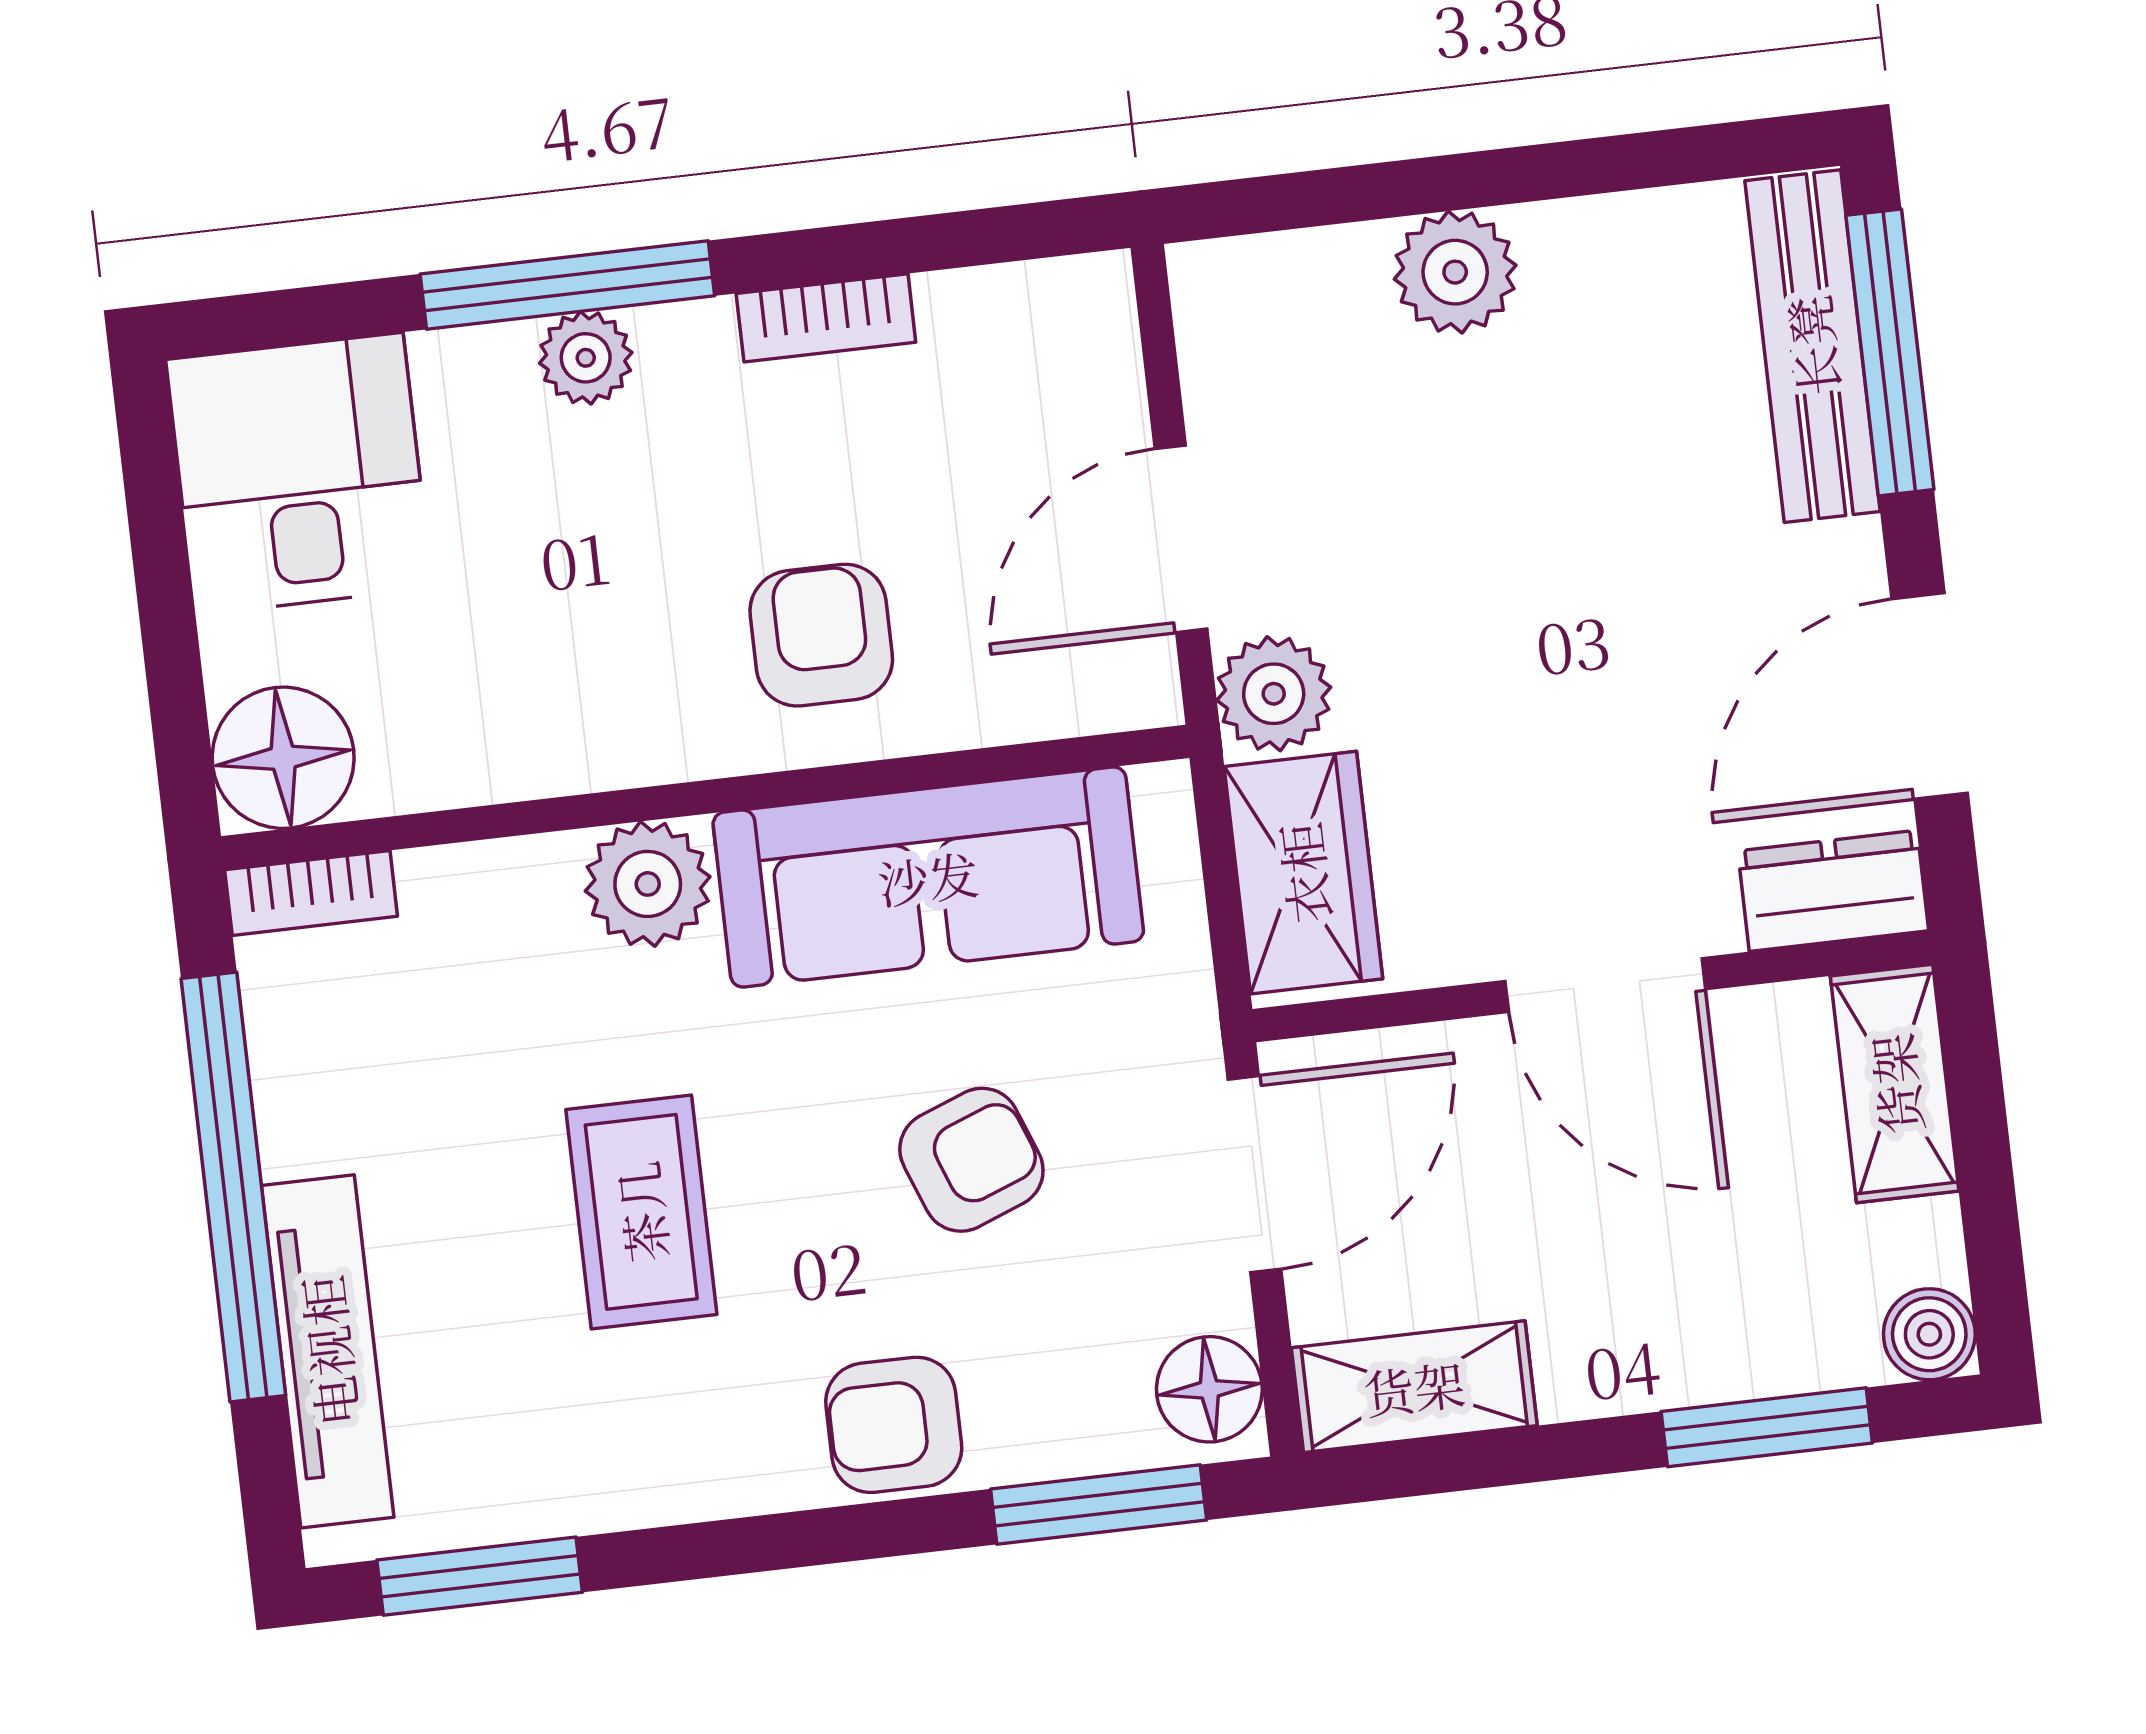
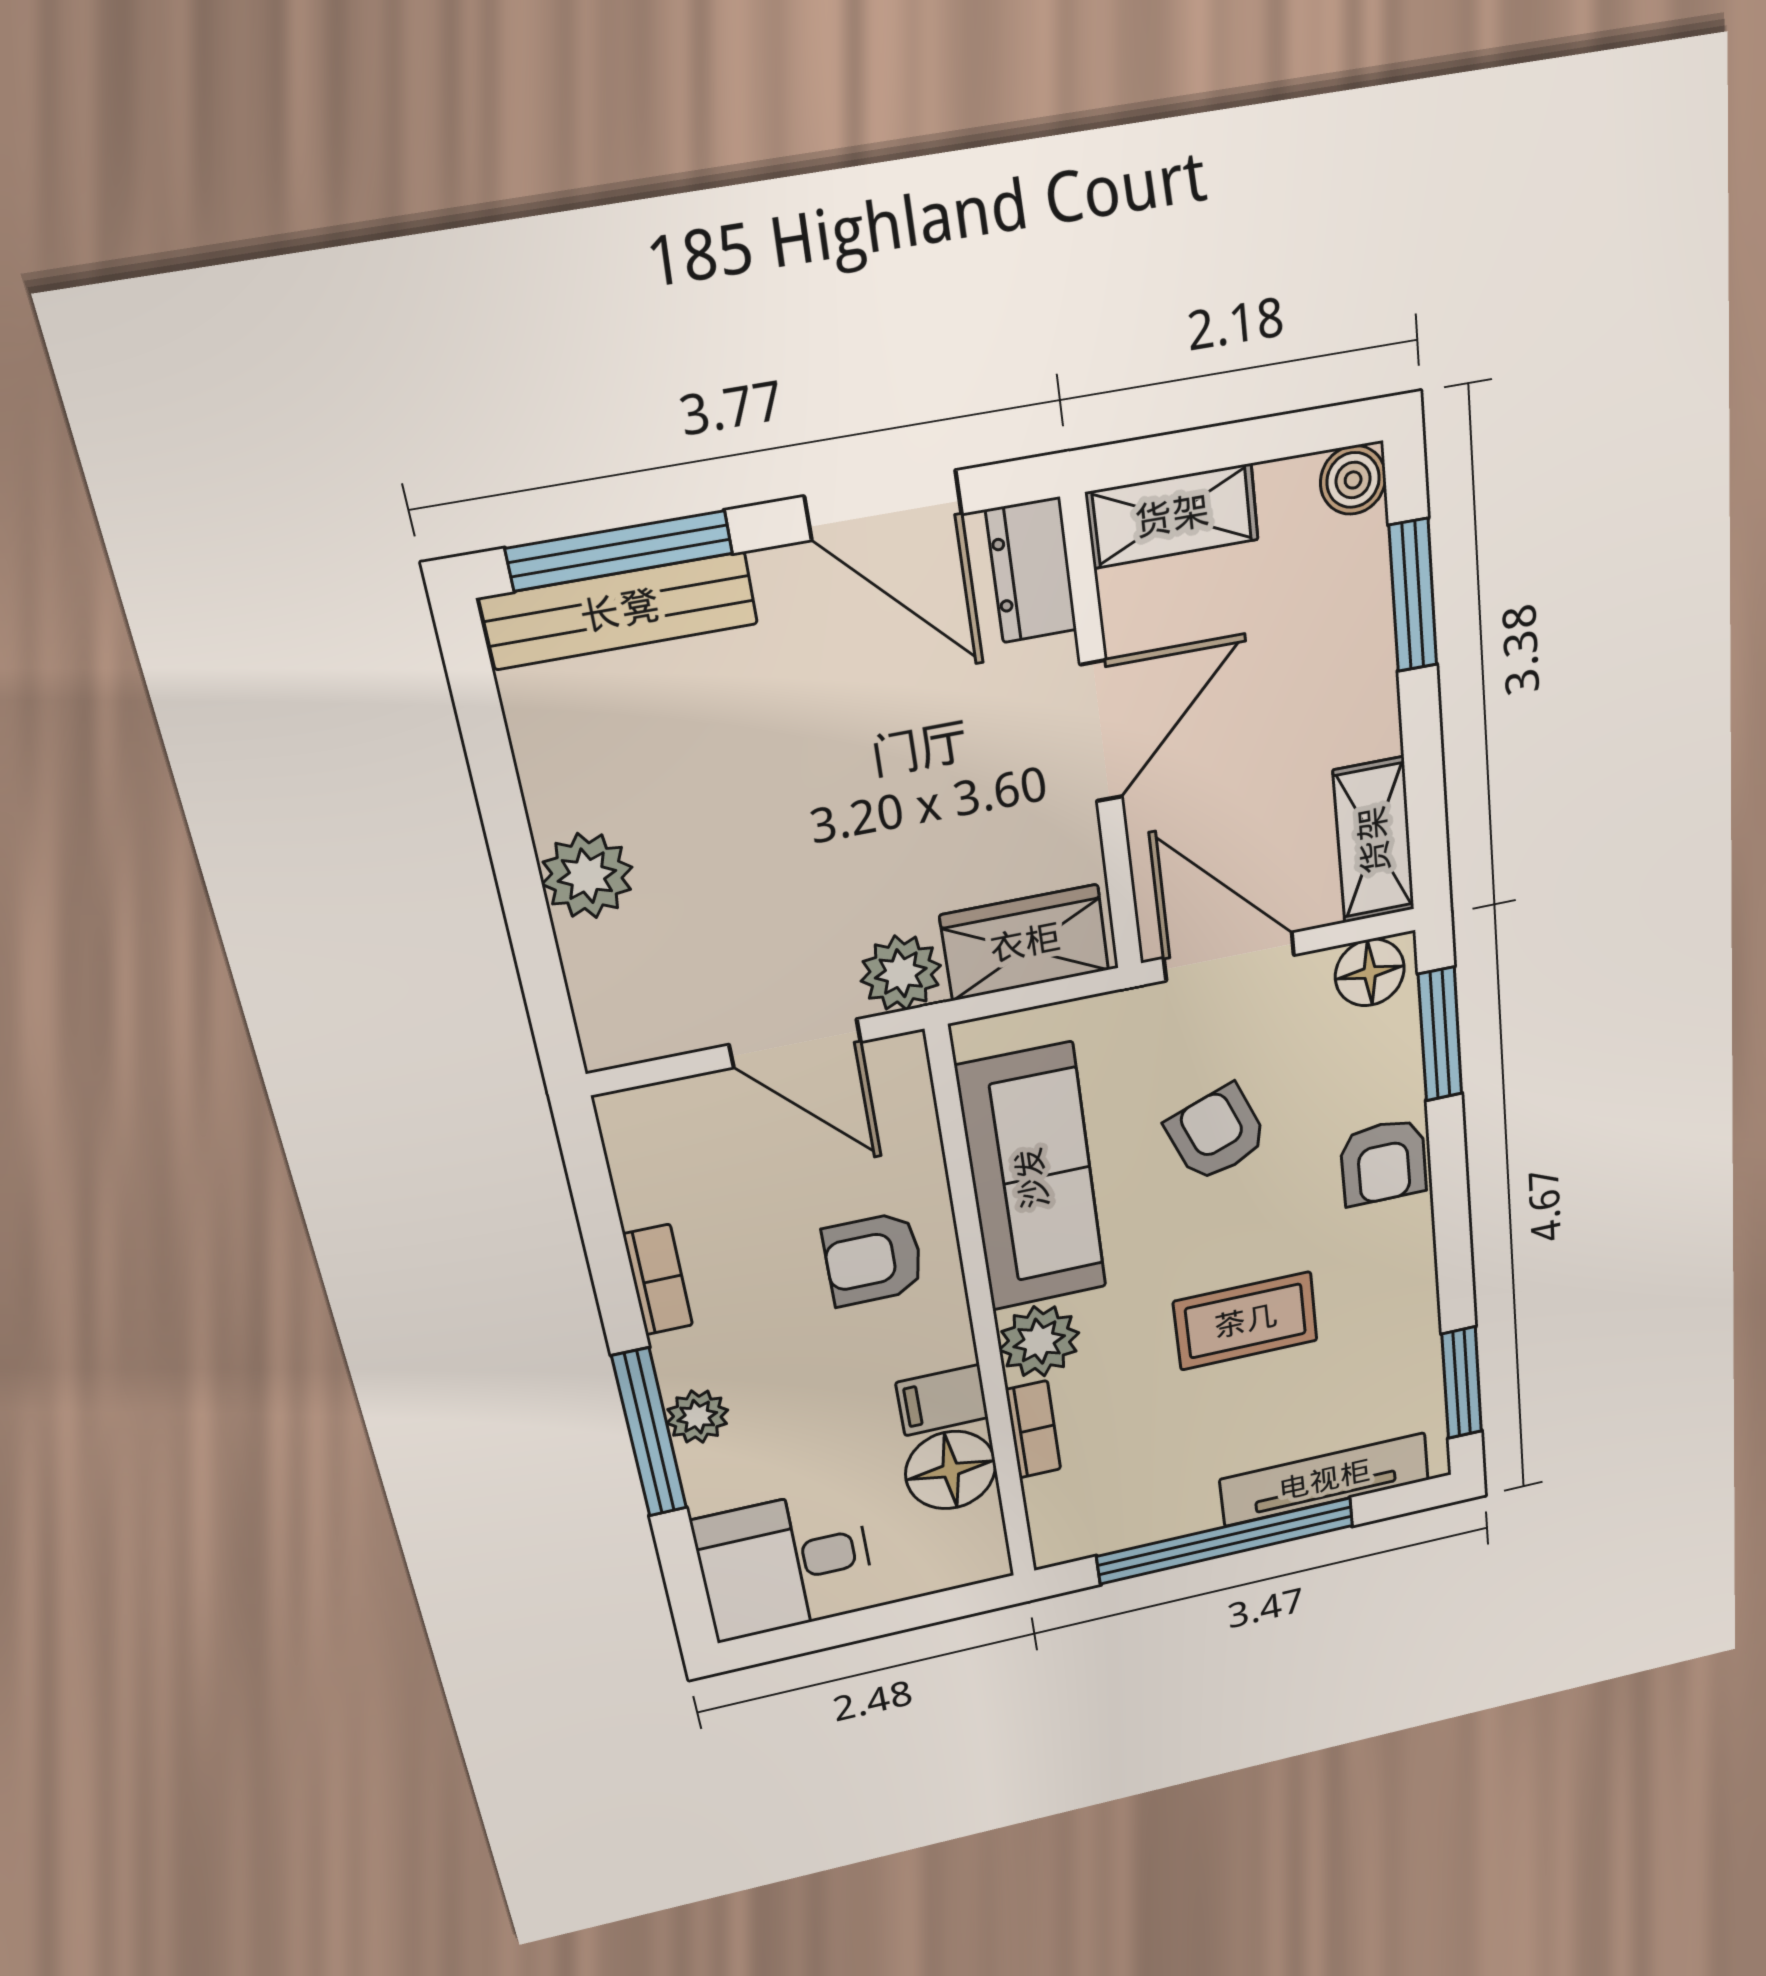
filing cabinet: (563, 731) -> (942, 1400), added
floor lamp: (283, 758) -> (951, 1470), moved
bookcase: (311, 893) -> (1033, 1430), moved

